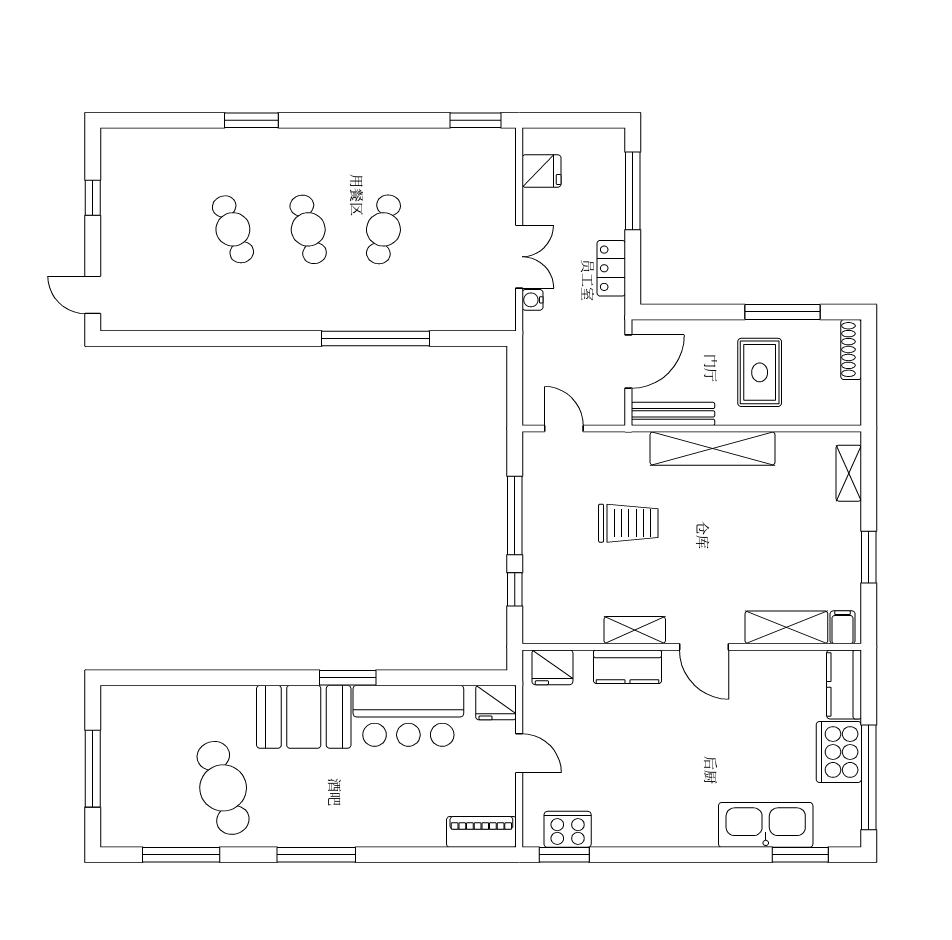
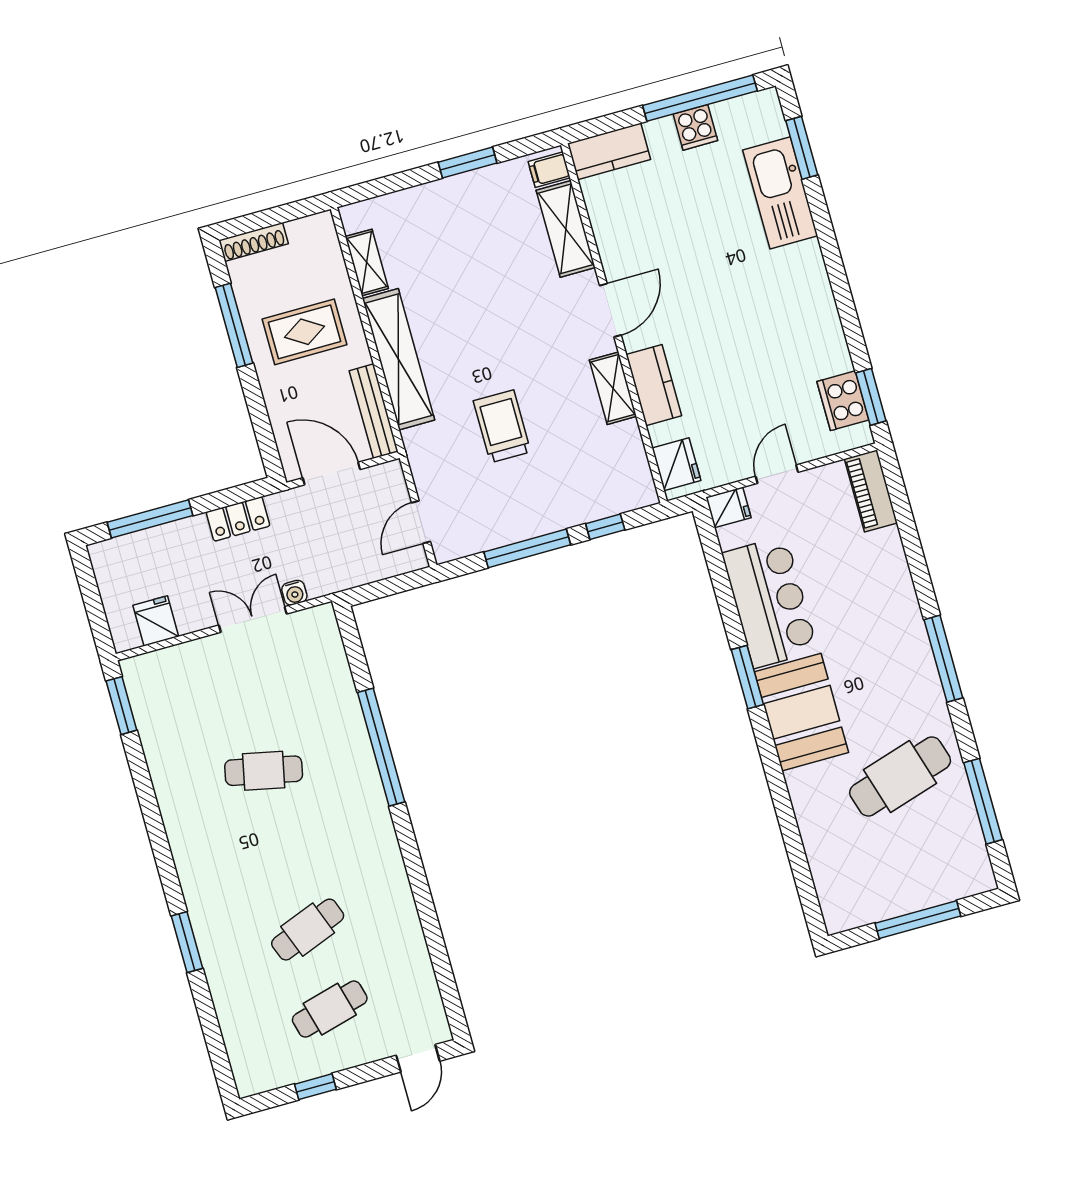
cafe table: (308, 229) -> (330, 1009), moved
shelving: (849, 473) -> (367, 262), moved, turned 90
fridge: (496, 703) -> (728, 508), width x0.72
cooker: (839, 752) -> (695, 127), width x0.53, depth x0.76

